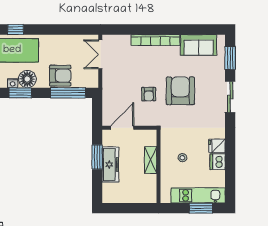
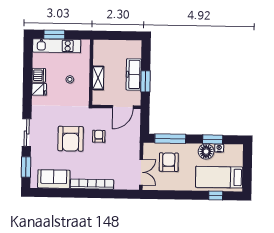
armchair: (60, 76) -> (169, 162), moved, turned 90

